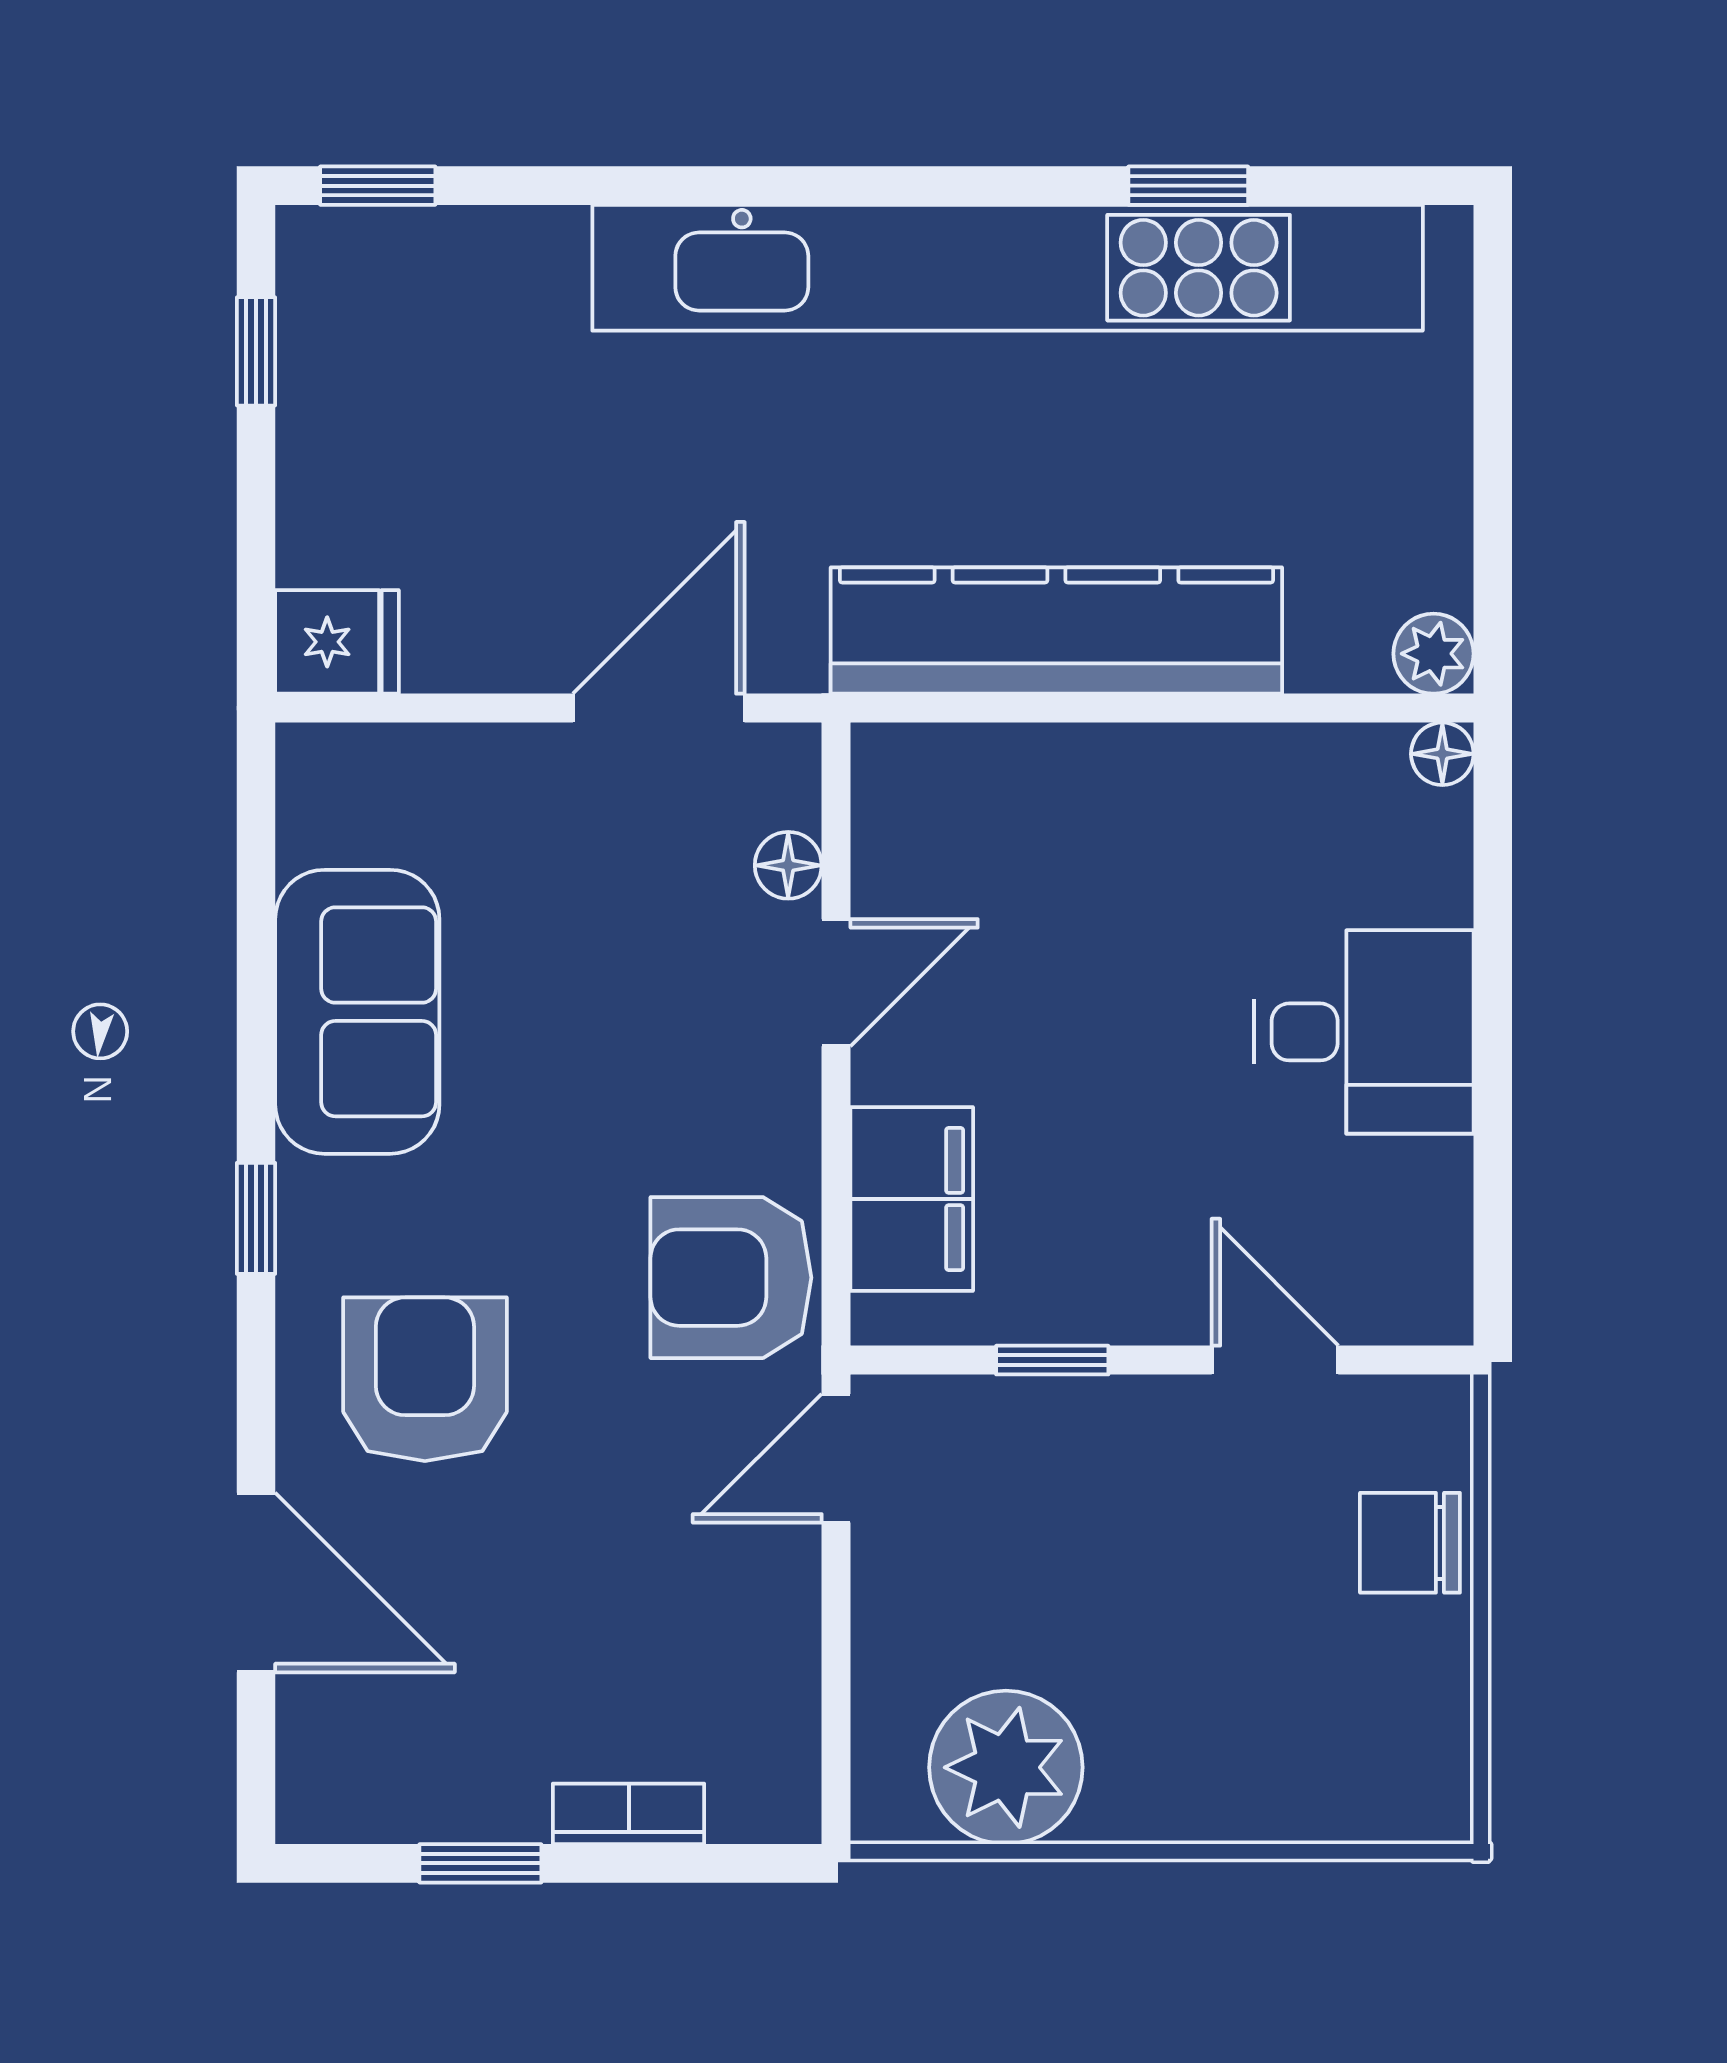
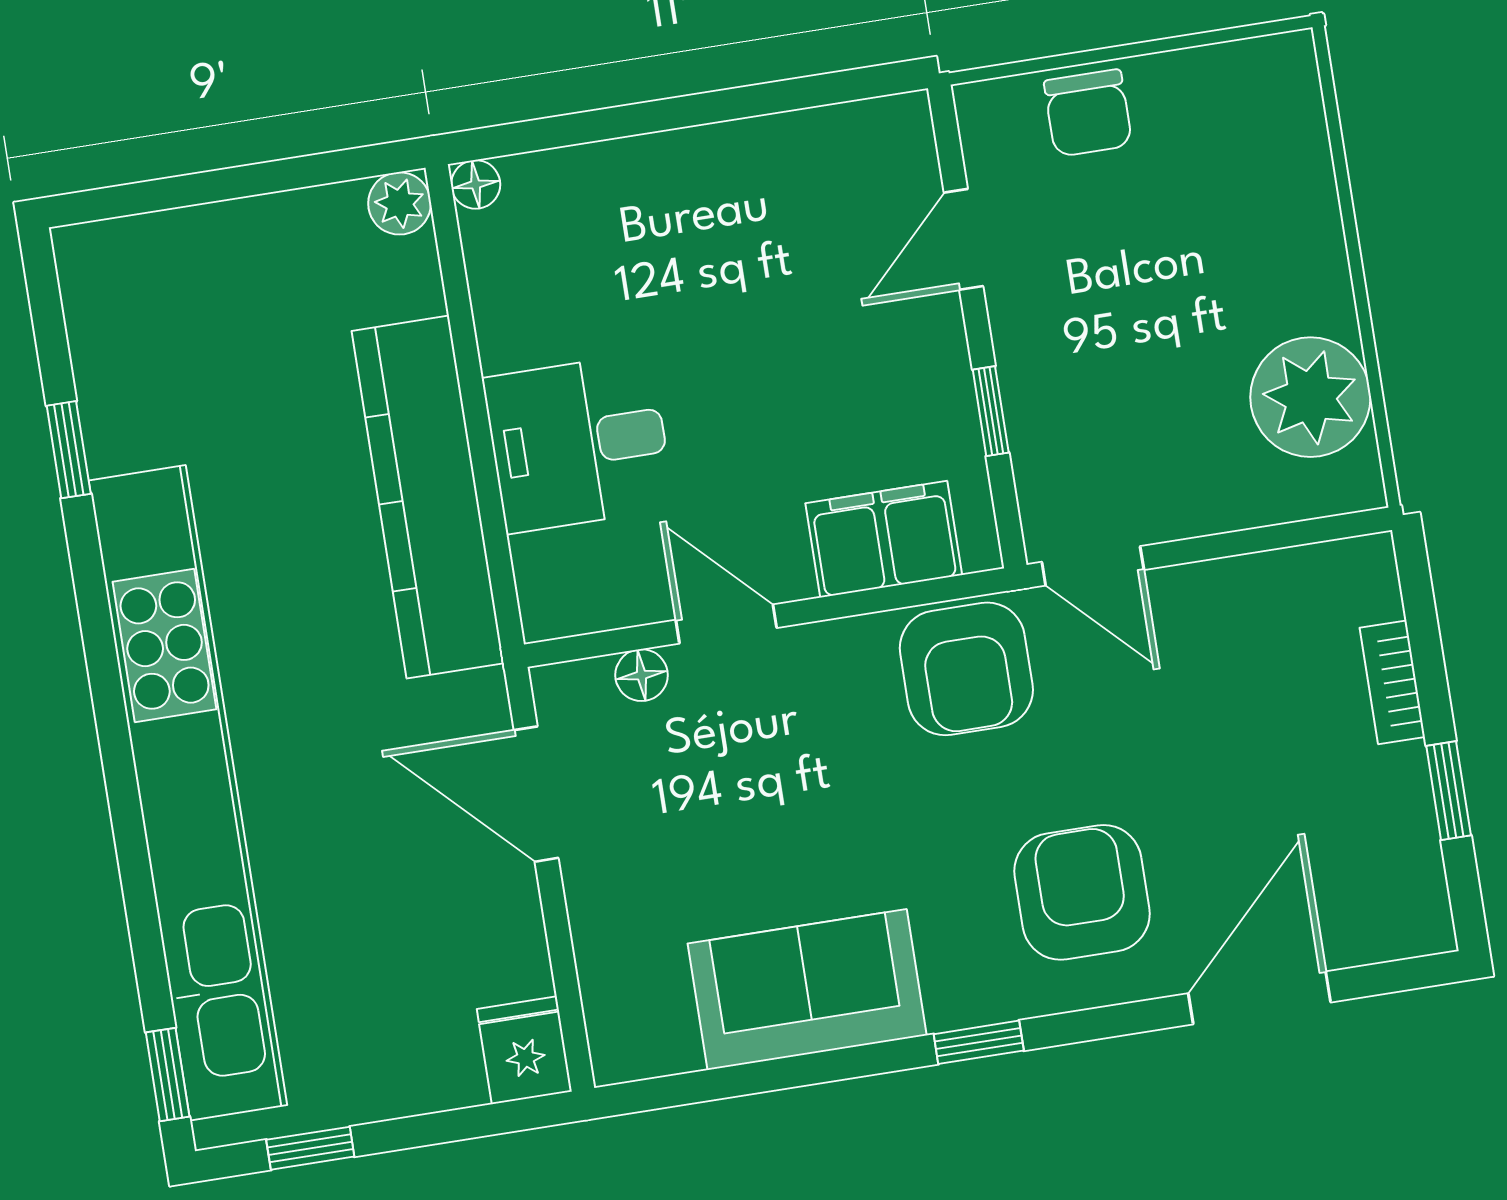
kitchen unit: (1008, 268) -> (188, 793), moved
desk: (1364, 1032) -> (579, 443), moved, turned -90
armchair: (425, 1379) -> (1082, 892), turned 90

